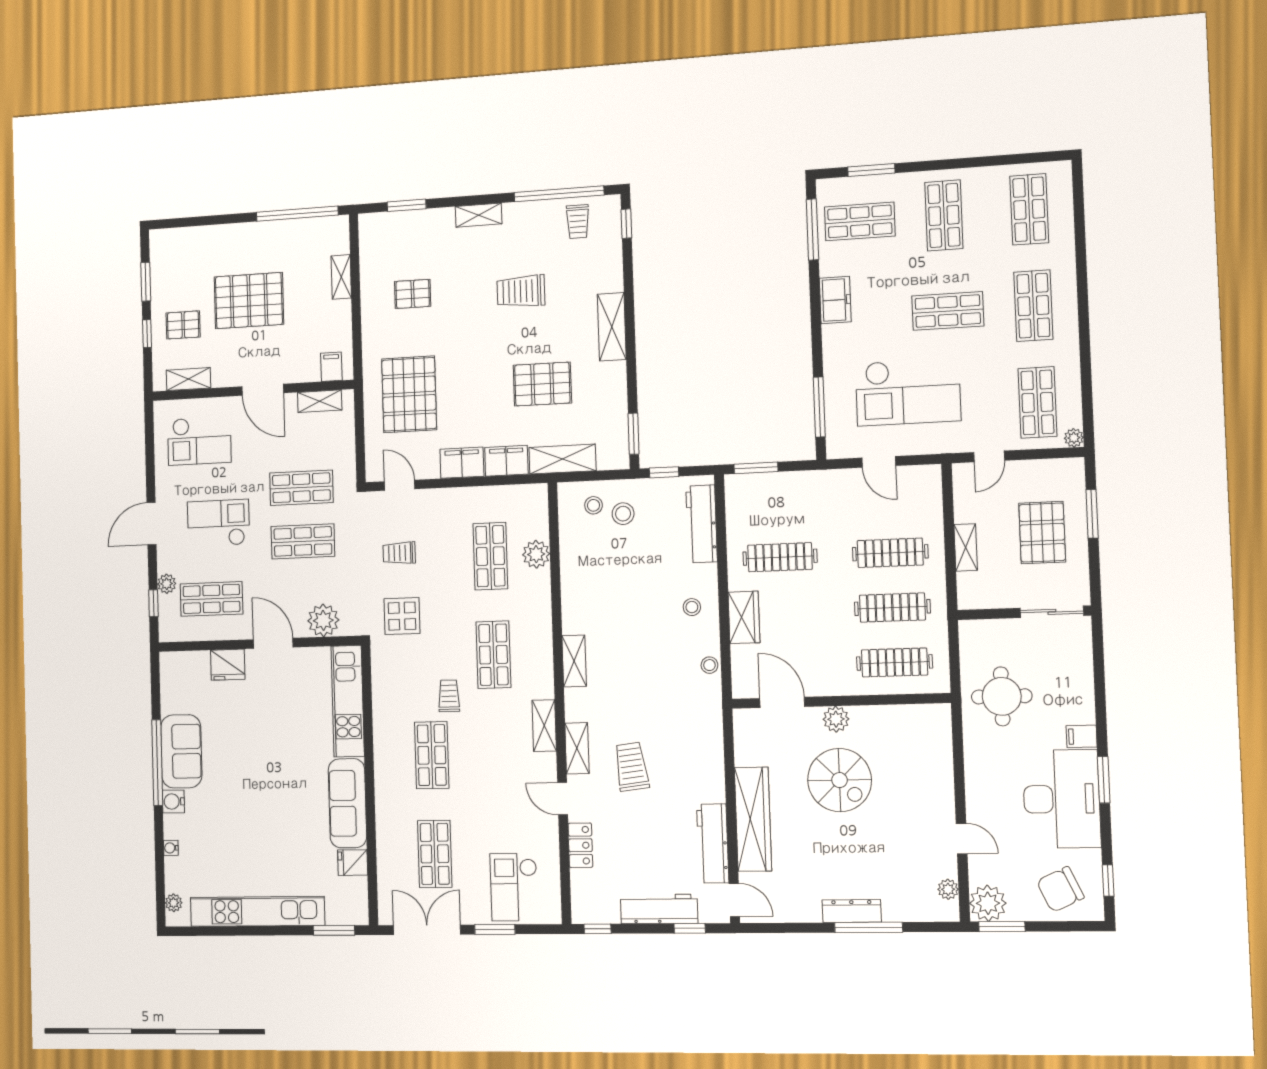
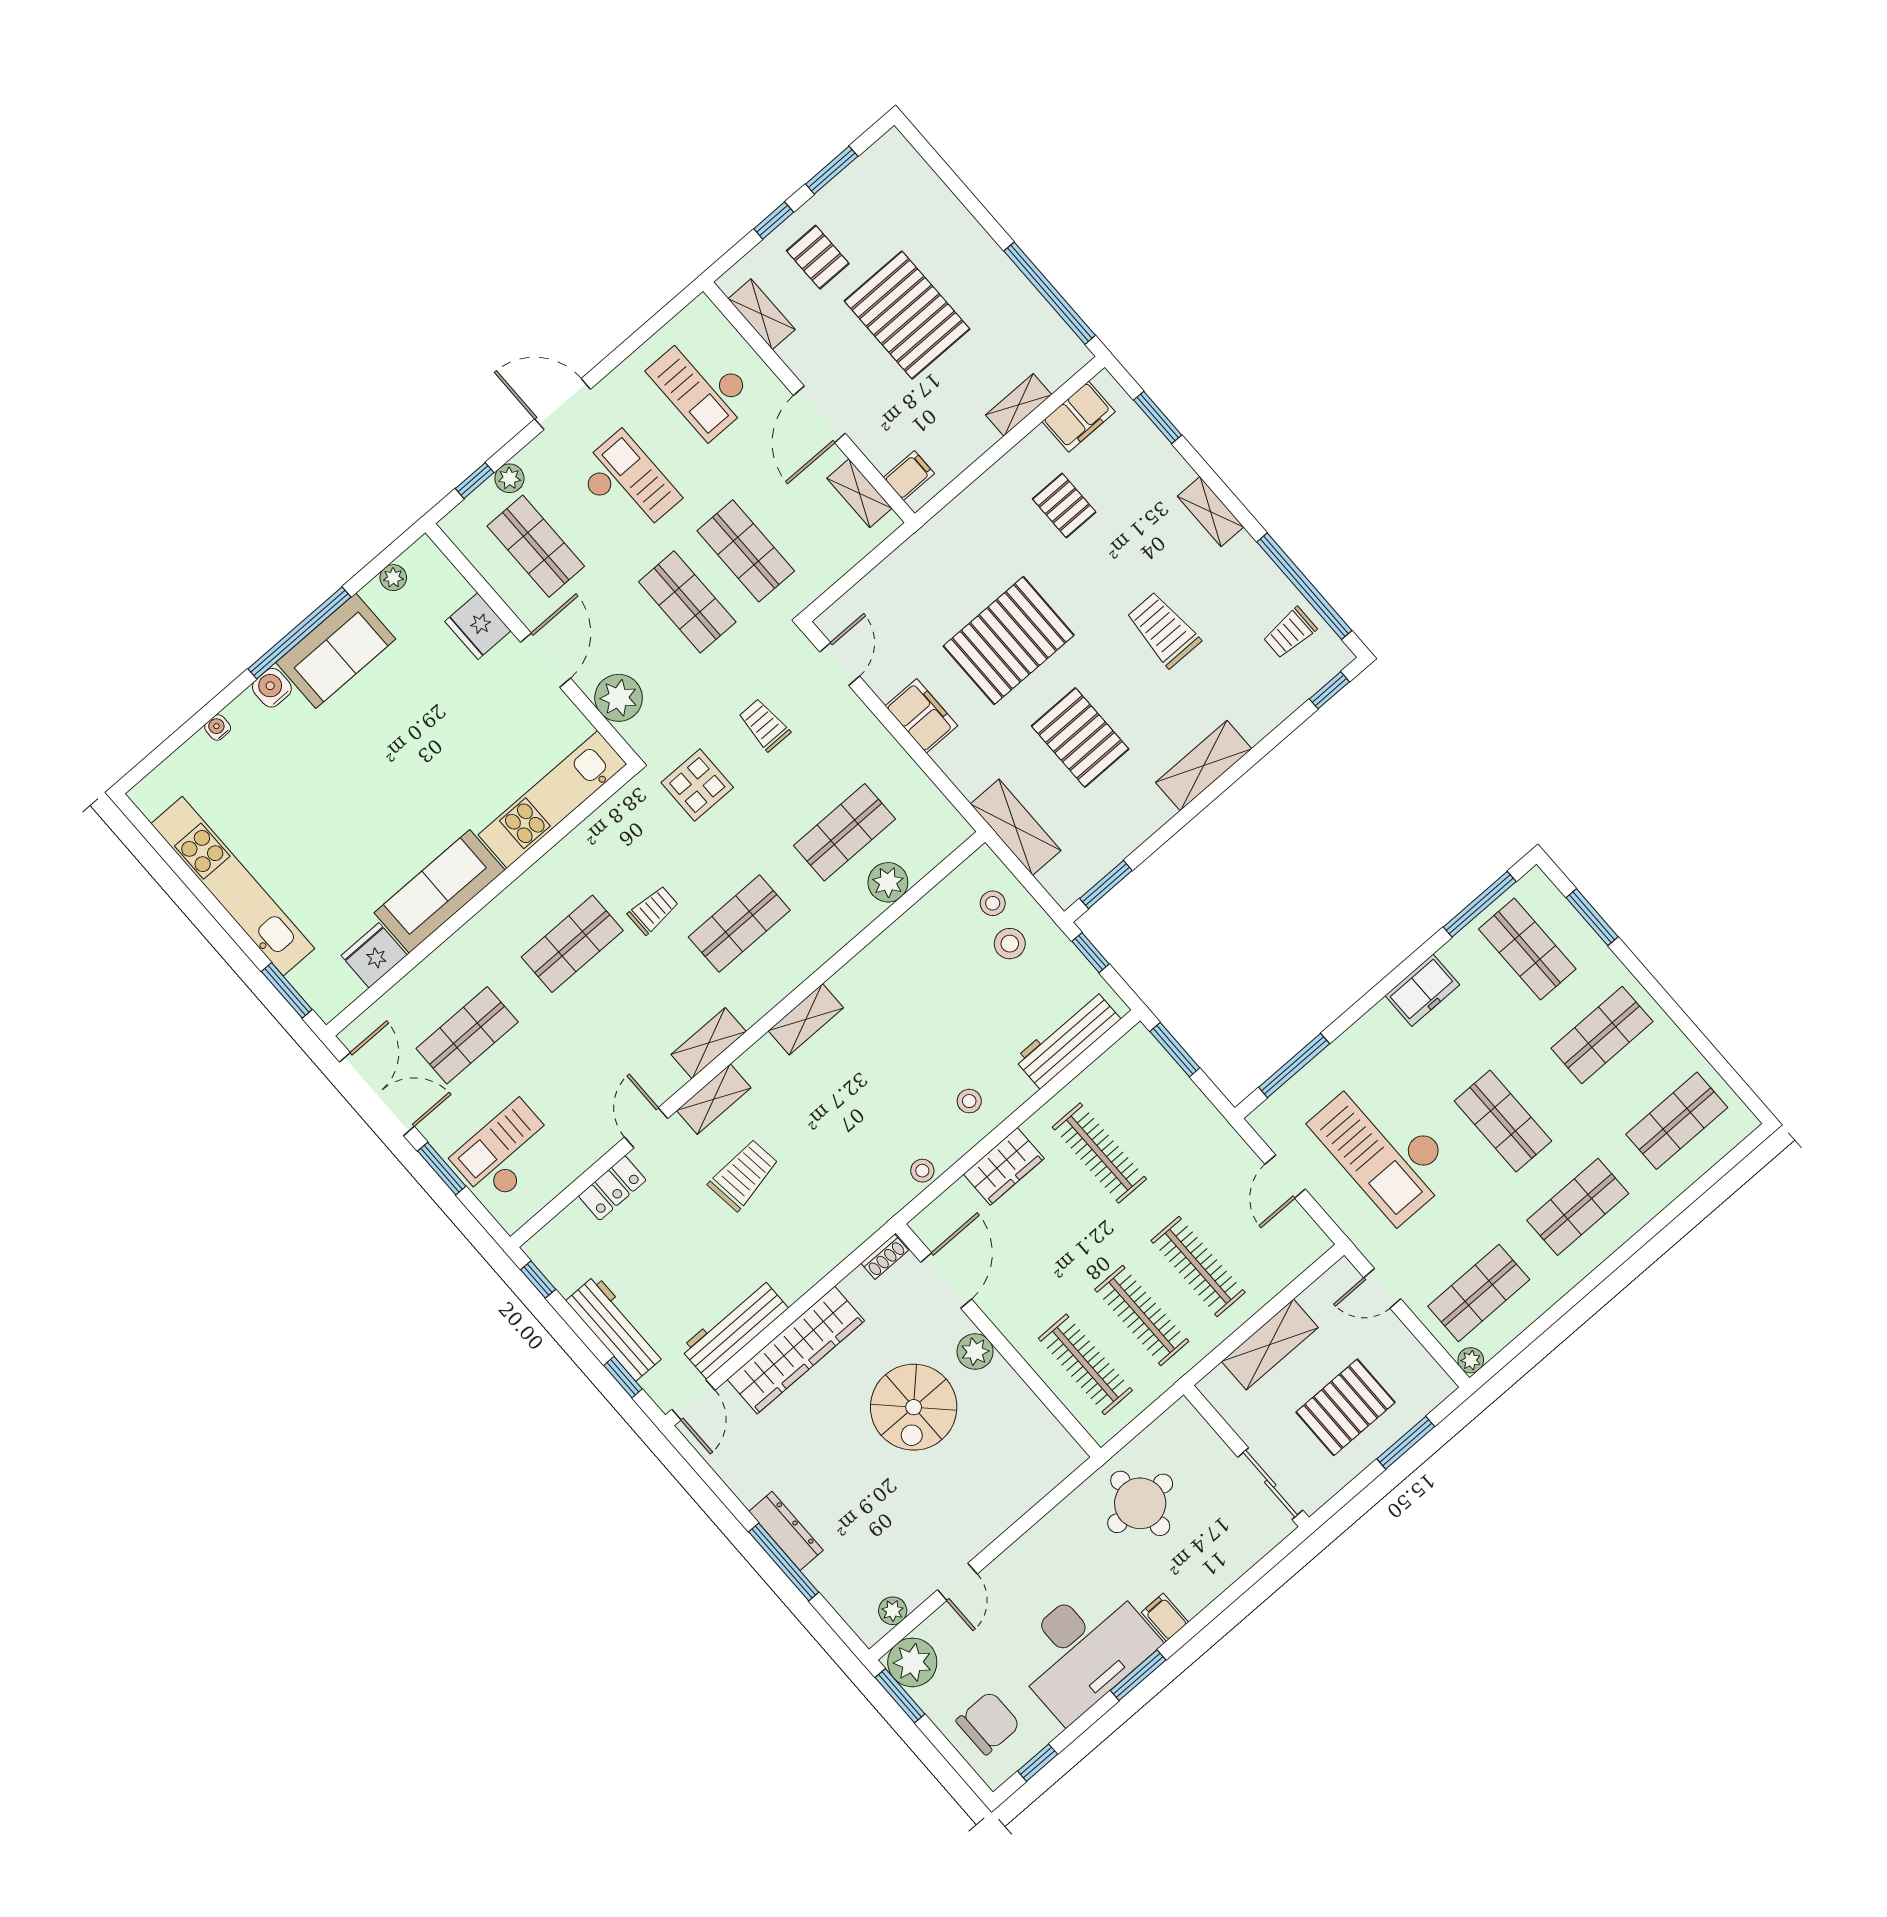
pallet: (409, 394) -> (1009, 641), moved
filing cabinet: (506, 461) -> (1079, 417), moved, turned 90
shelving: (966, 547) -> (1270, 1344), width x1.50, depth x1.33
shoe rack: (741, 726) -> (885, 1257), added
fridge: (353, 863) -> (374, 955), width x1.38
chair: (1060, 889) -> (988, 1723), turned 115
plant: (174, 903) -> (393, 578), moved

